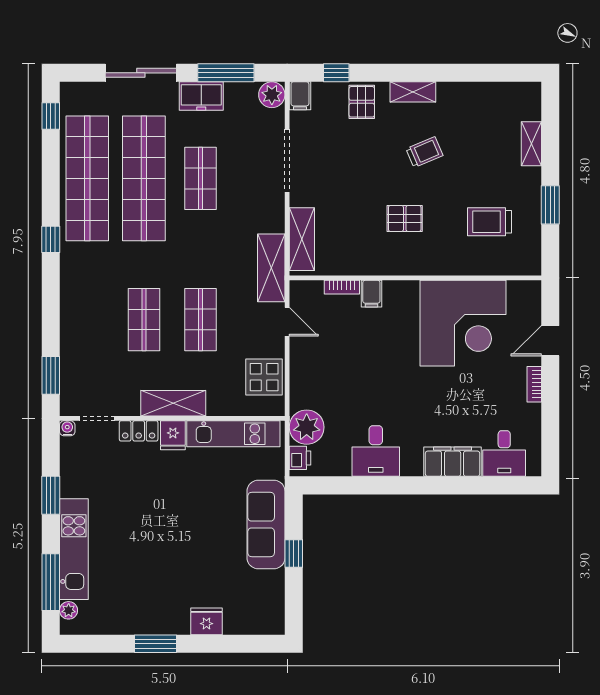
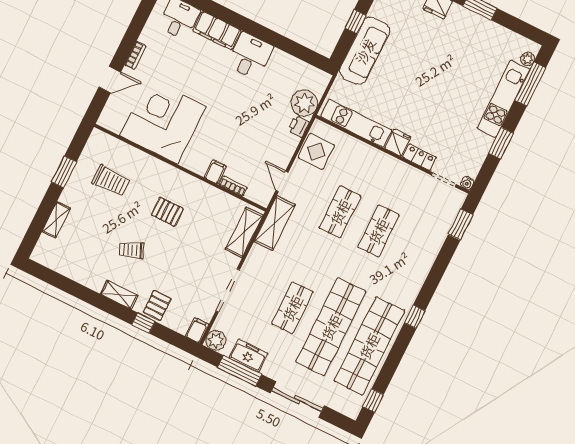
window: (336, 73) -> (143, 323), moved
freezer: (201, 96) -> (249, 356), moved
shelving: (173, 403) -> (387, 164), removed
desk: (376, 451) -> (250, 56), moved
printer: (300, 458) -> (298, 126), moved

